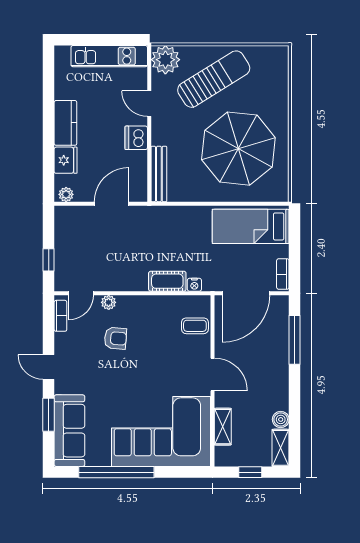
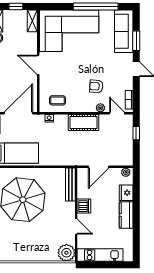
sun lounger: (214, 79) -> (38, 241), removed
cot: (167, 281) -> (83, 123), moved, width x1.37, depth x1.34
door: (81, 293) -> (117, 113), hinge flipped
coffee table: (195, 326) -> (57, 100), moved
shelving: (223, 427) -> (32, 21), moved

